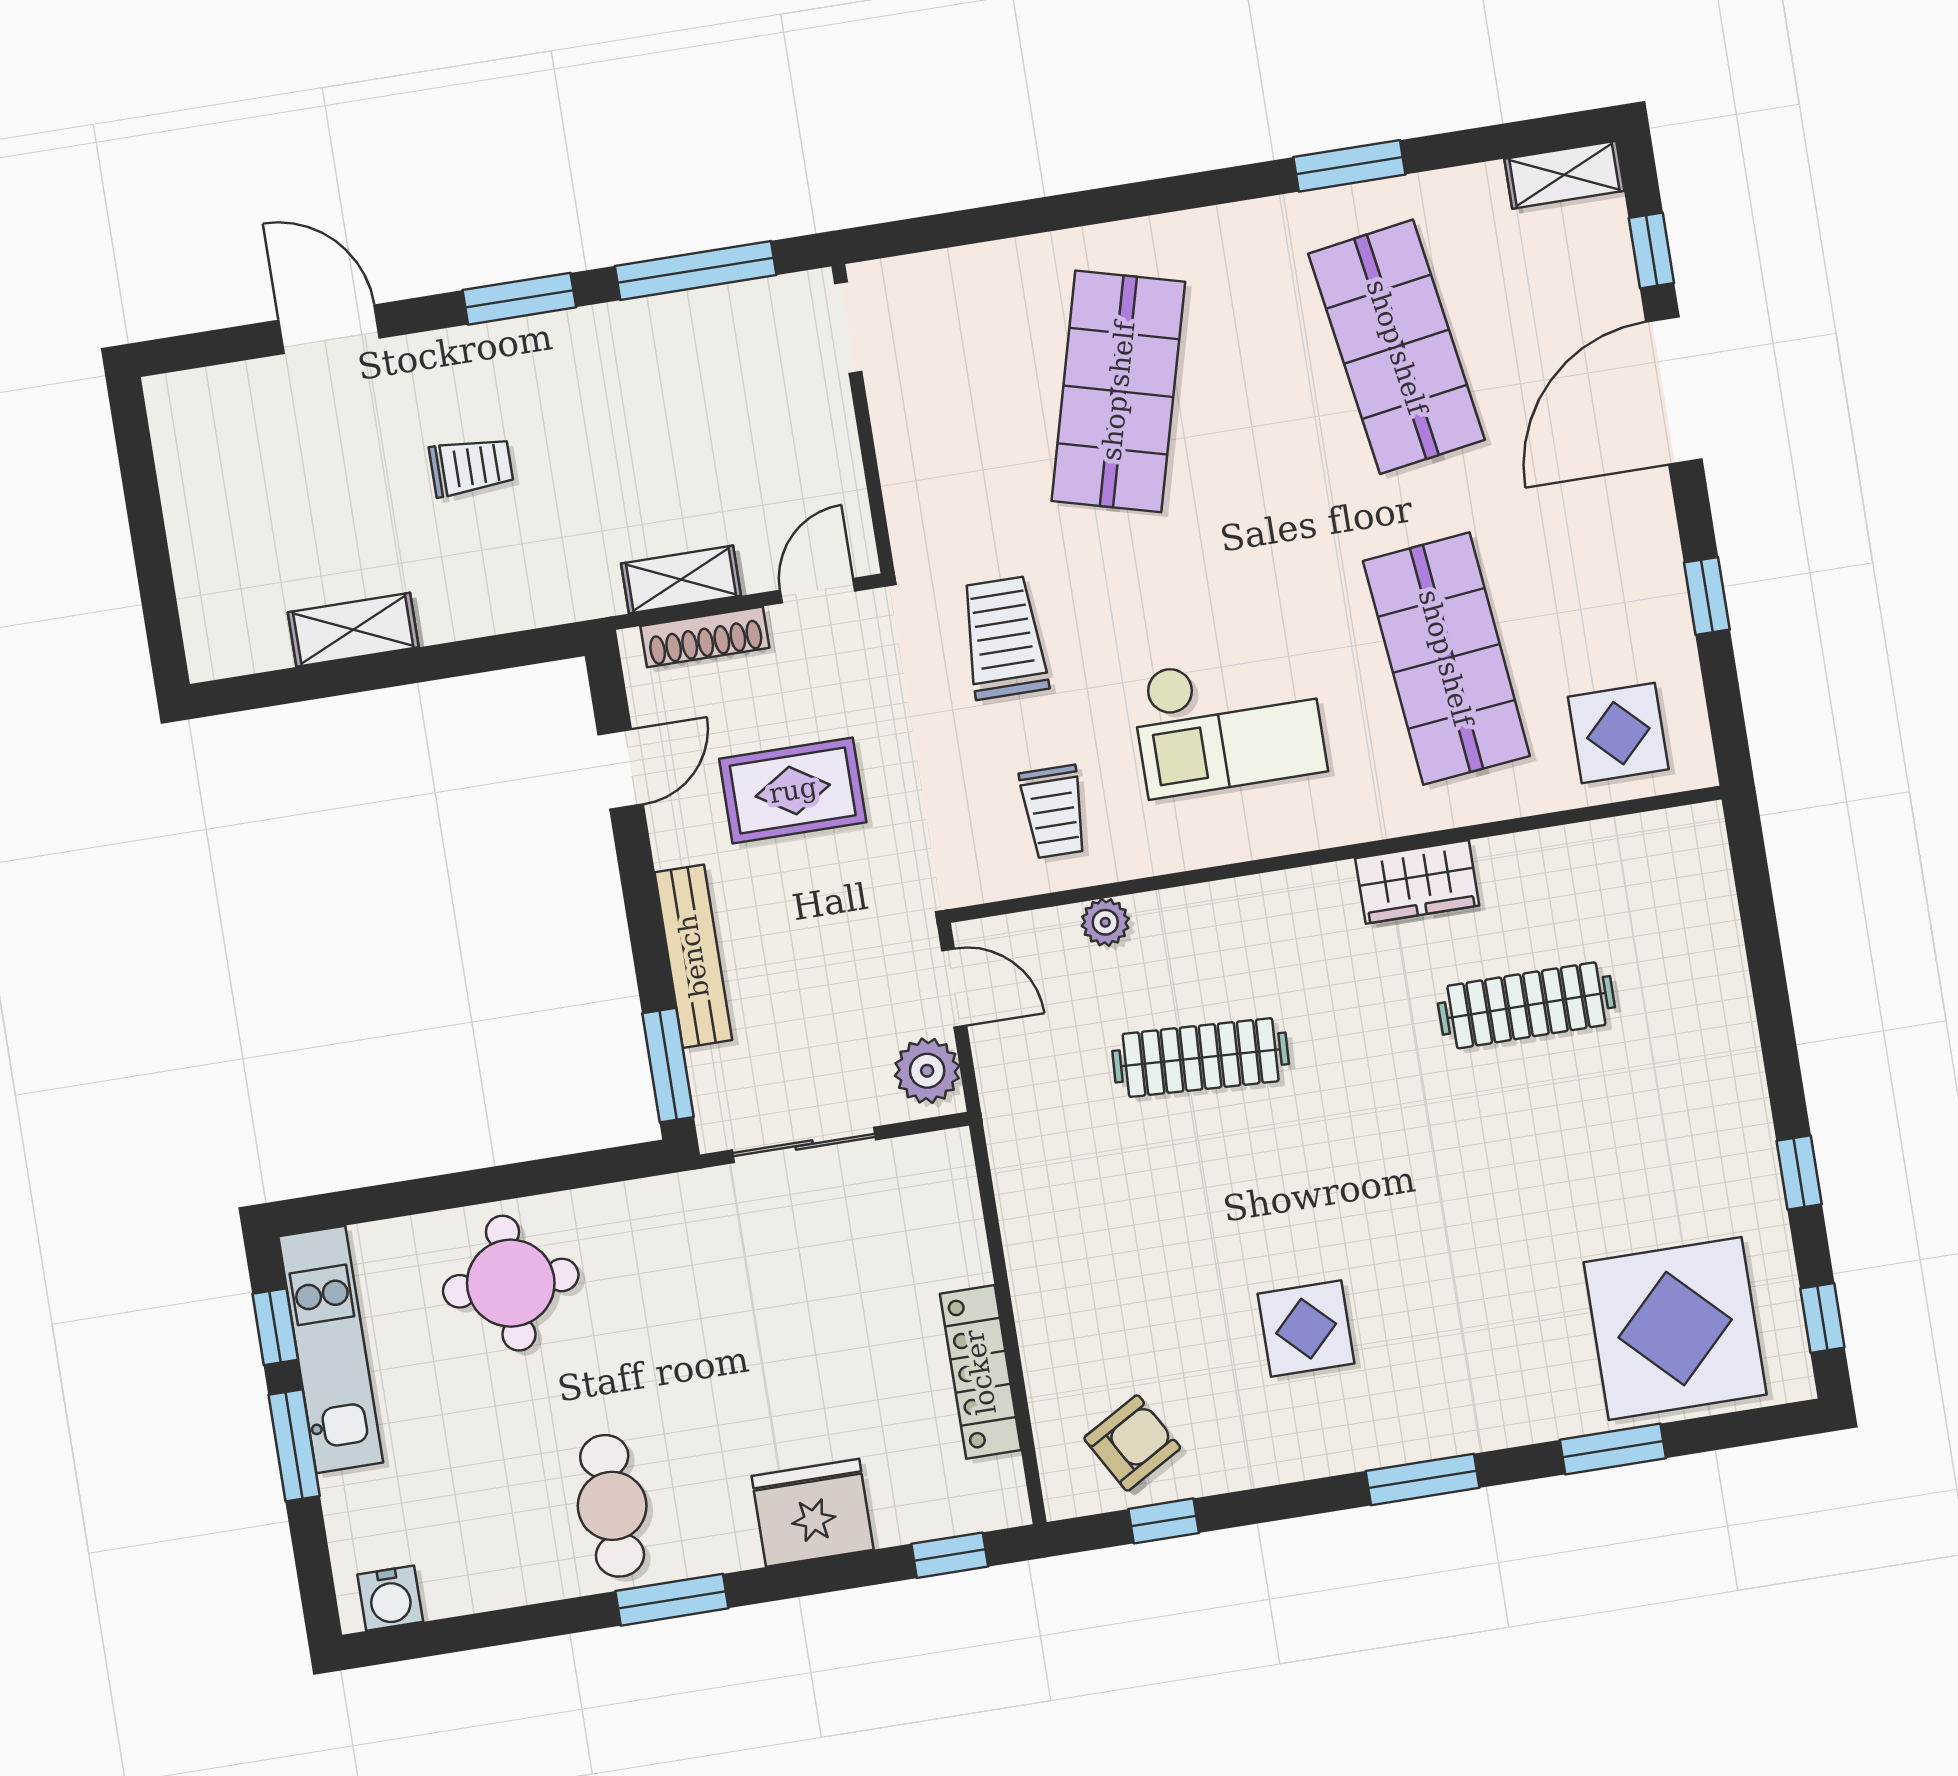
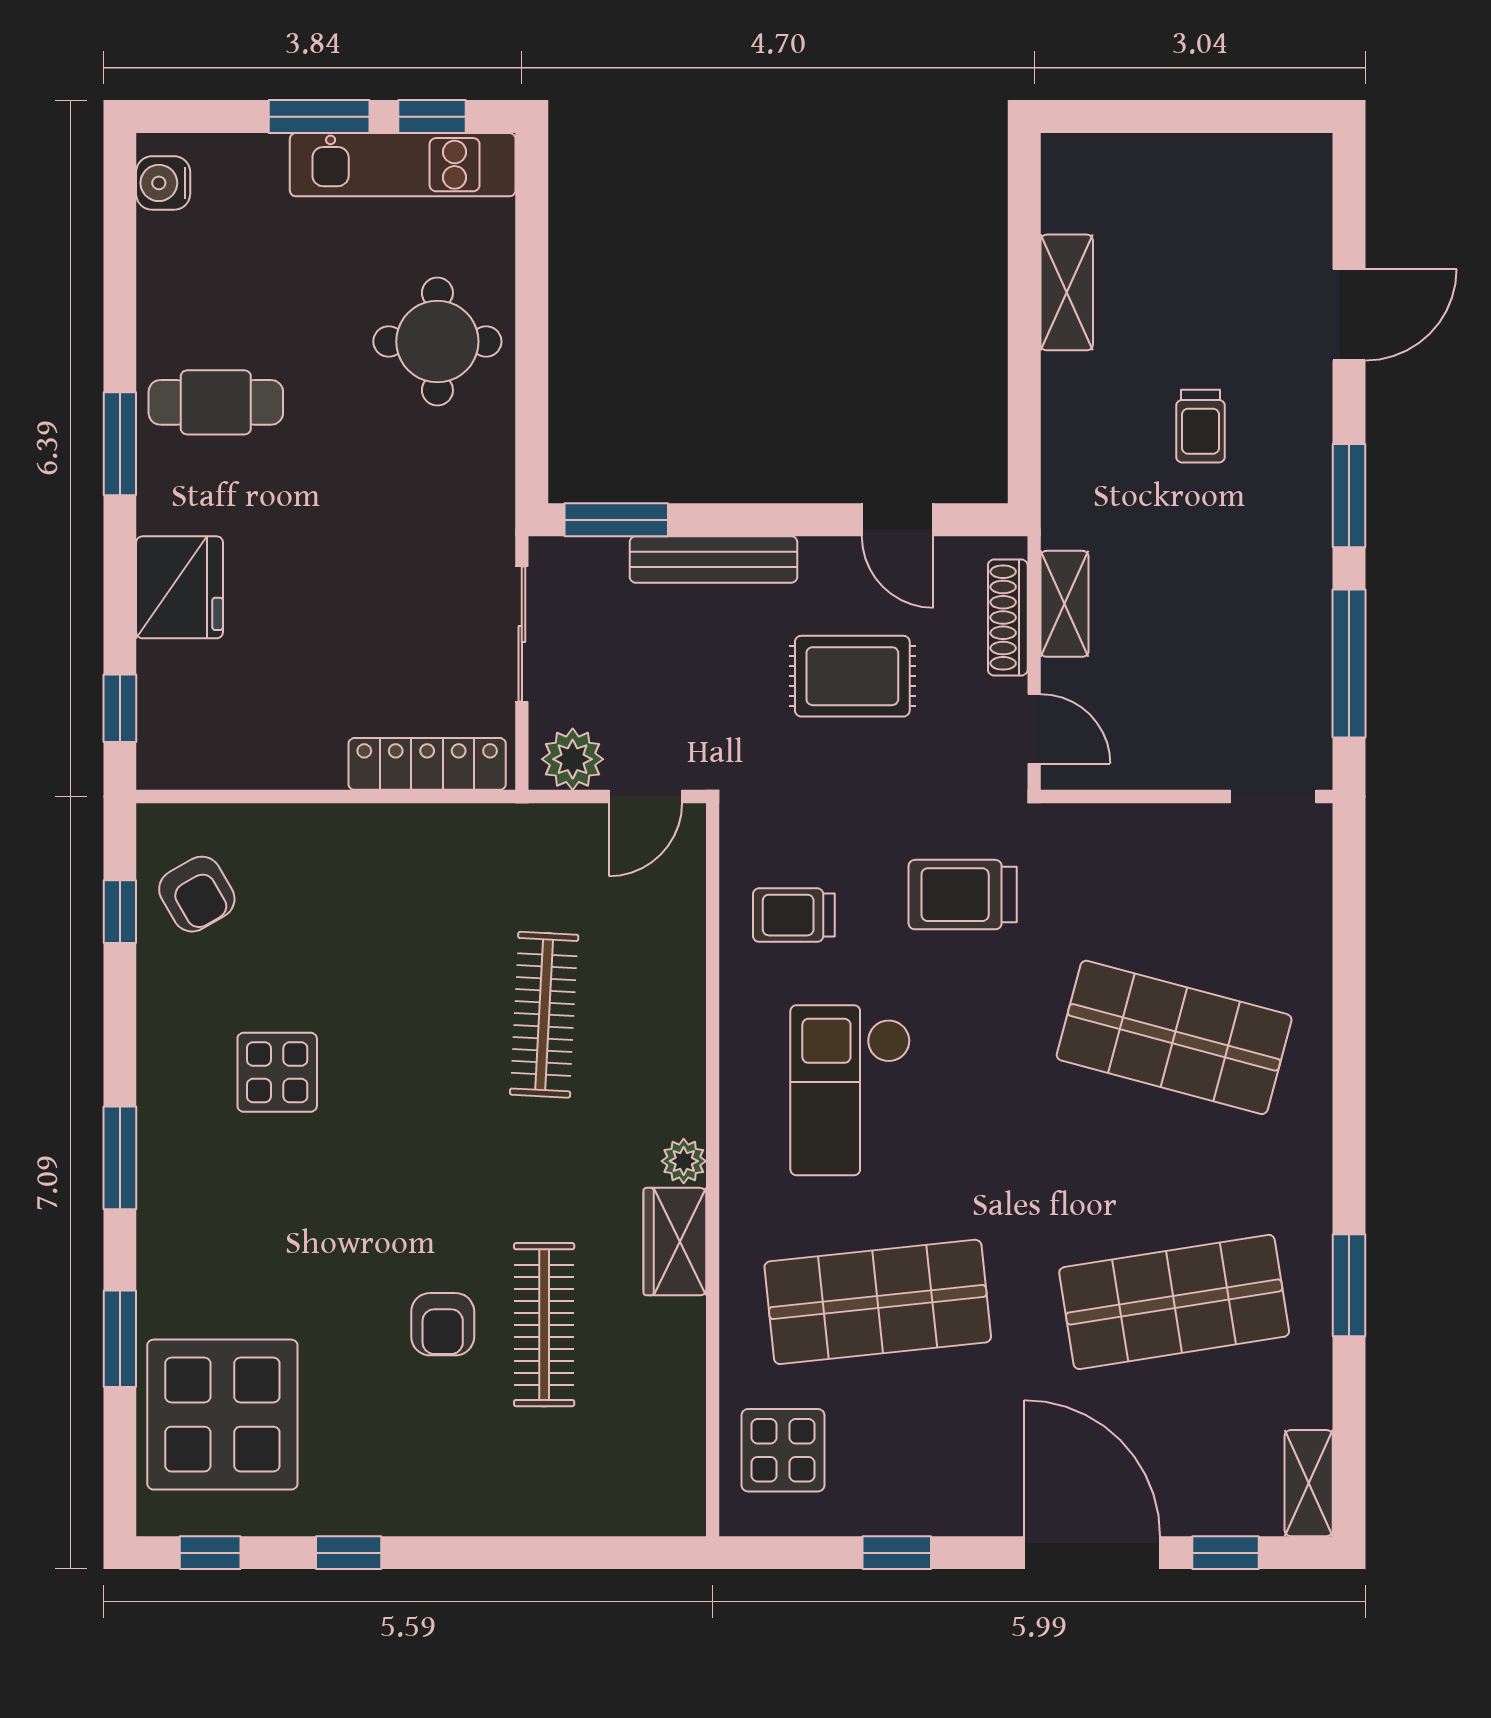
trolley: (1004, 638) -> (963, 895), turned 180
rug: (793, 790) -> (852, 676), turned 90
plant: (1105, 922) -> (684, 1161), moved
armchair: (1543, 1112) -> (443, 1324), added
locker: (980, 1372) -> (427, 764), moved

